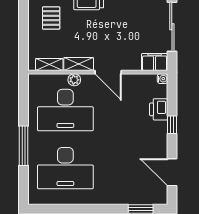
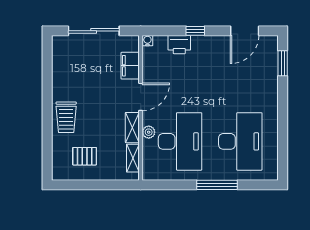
filing cabinet: (155, 62) -> (130, 66), moved

